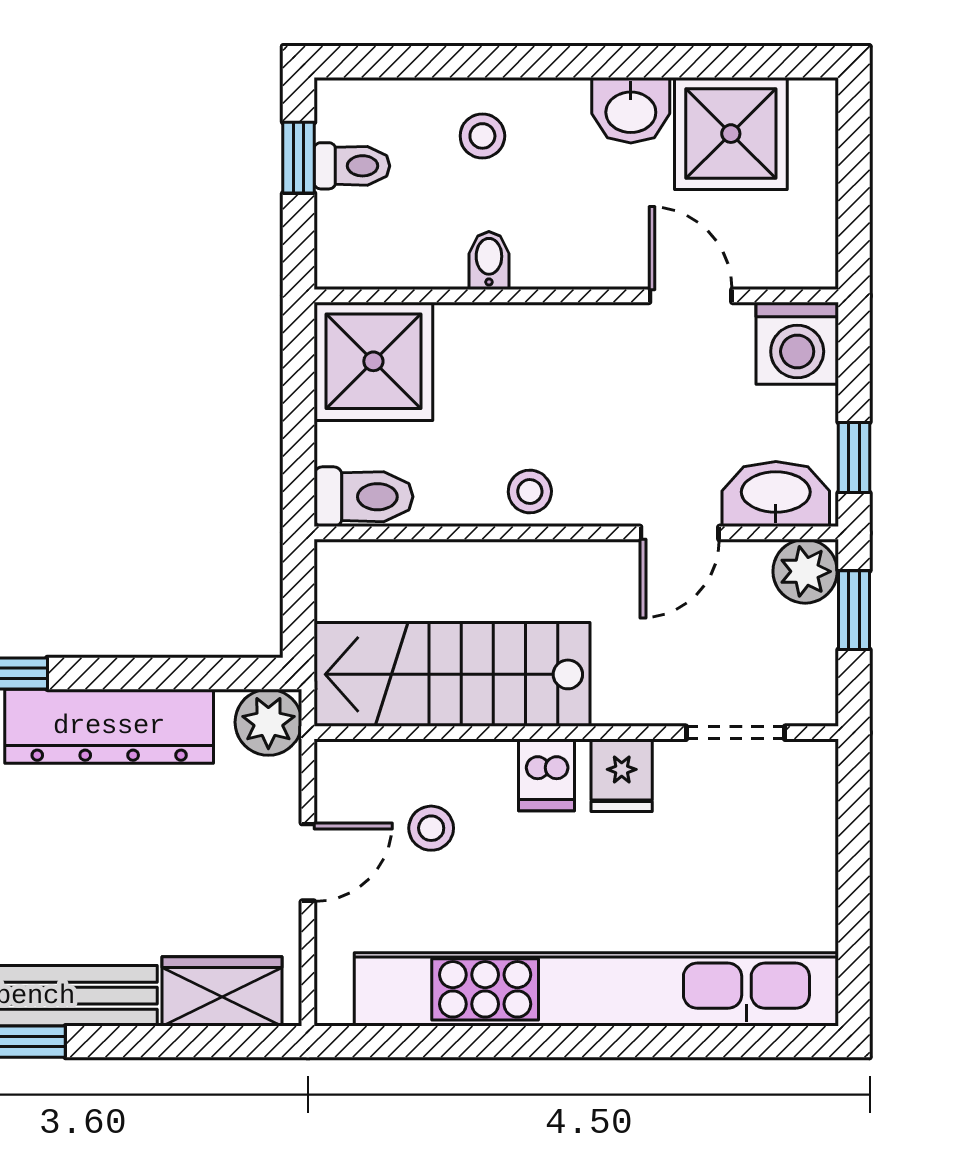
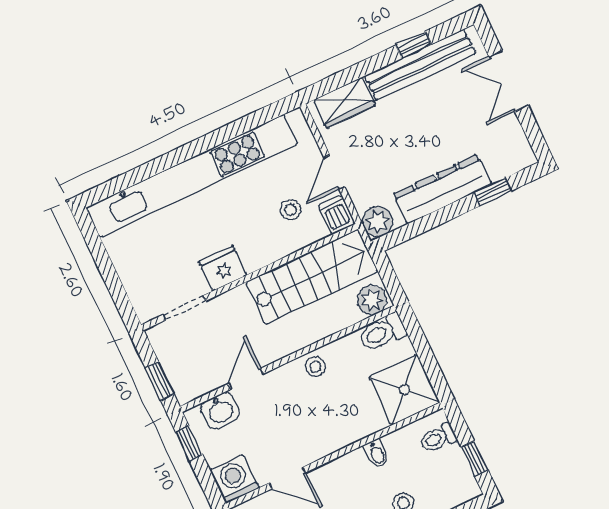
toilet: (352, 166) -> (438, 438), moved
washbasin: (776, 494) -> (220, 410), width x0.72
plant: (805, 571) -> (372, 300), moved
dishwasher: (547, 775) -> (336, 215), moved
fridge: (622, 775) -> (223, 268), width x1.38

